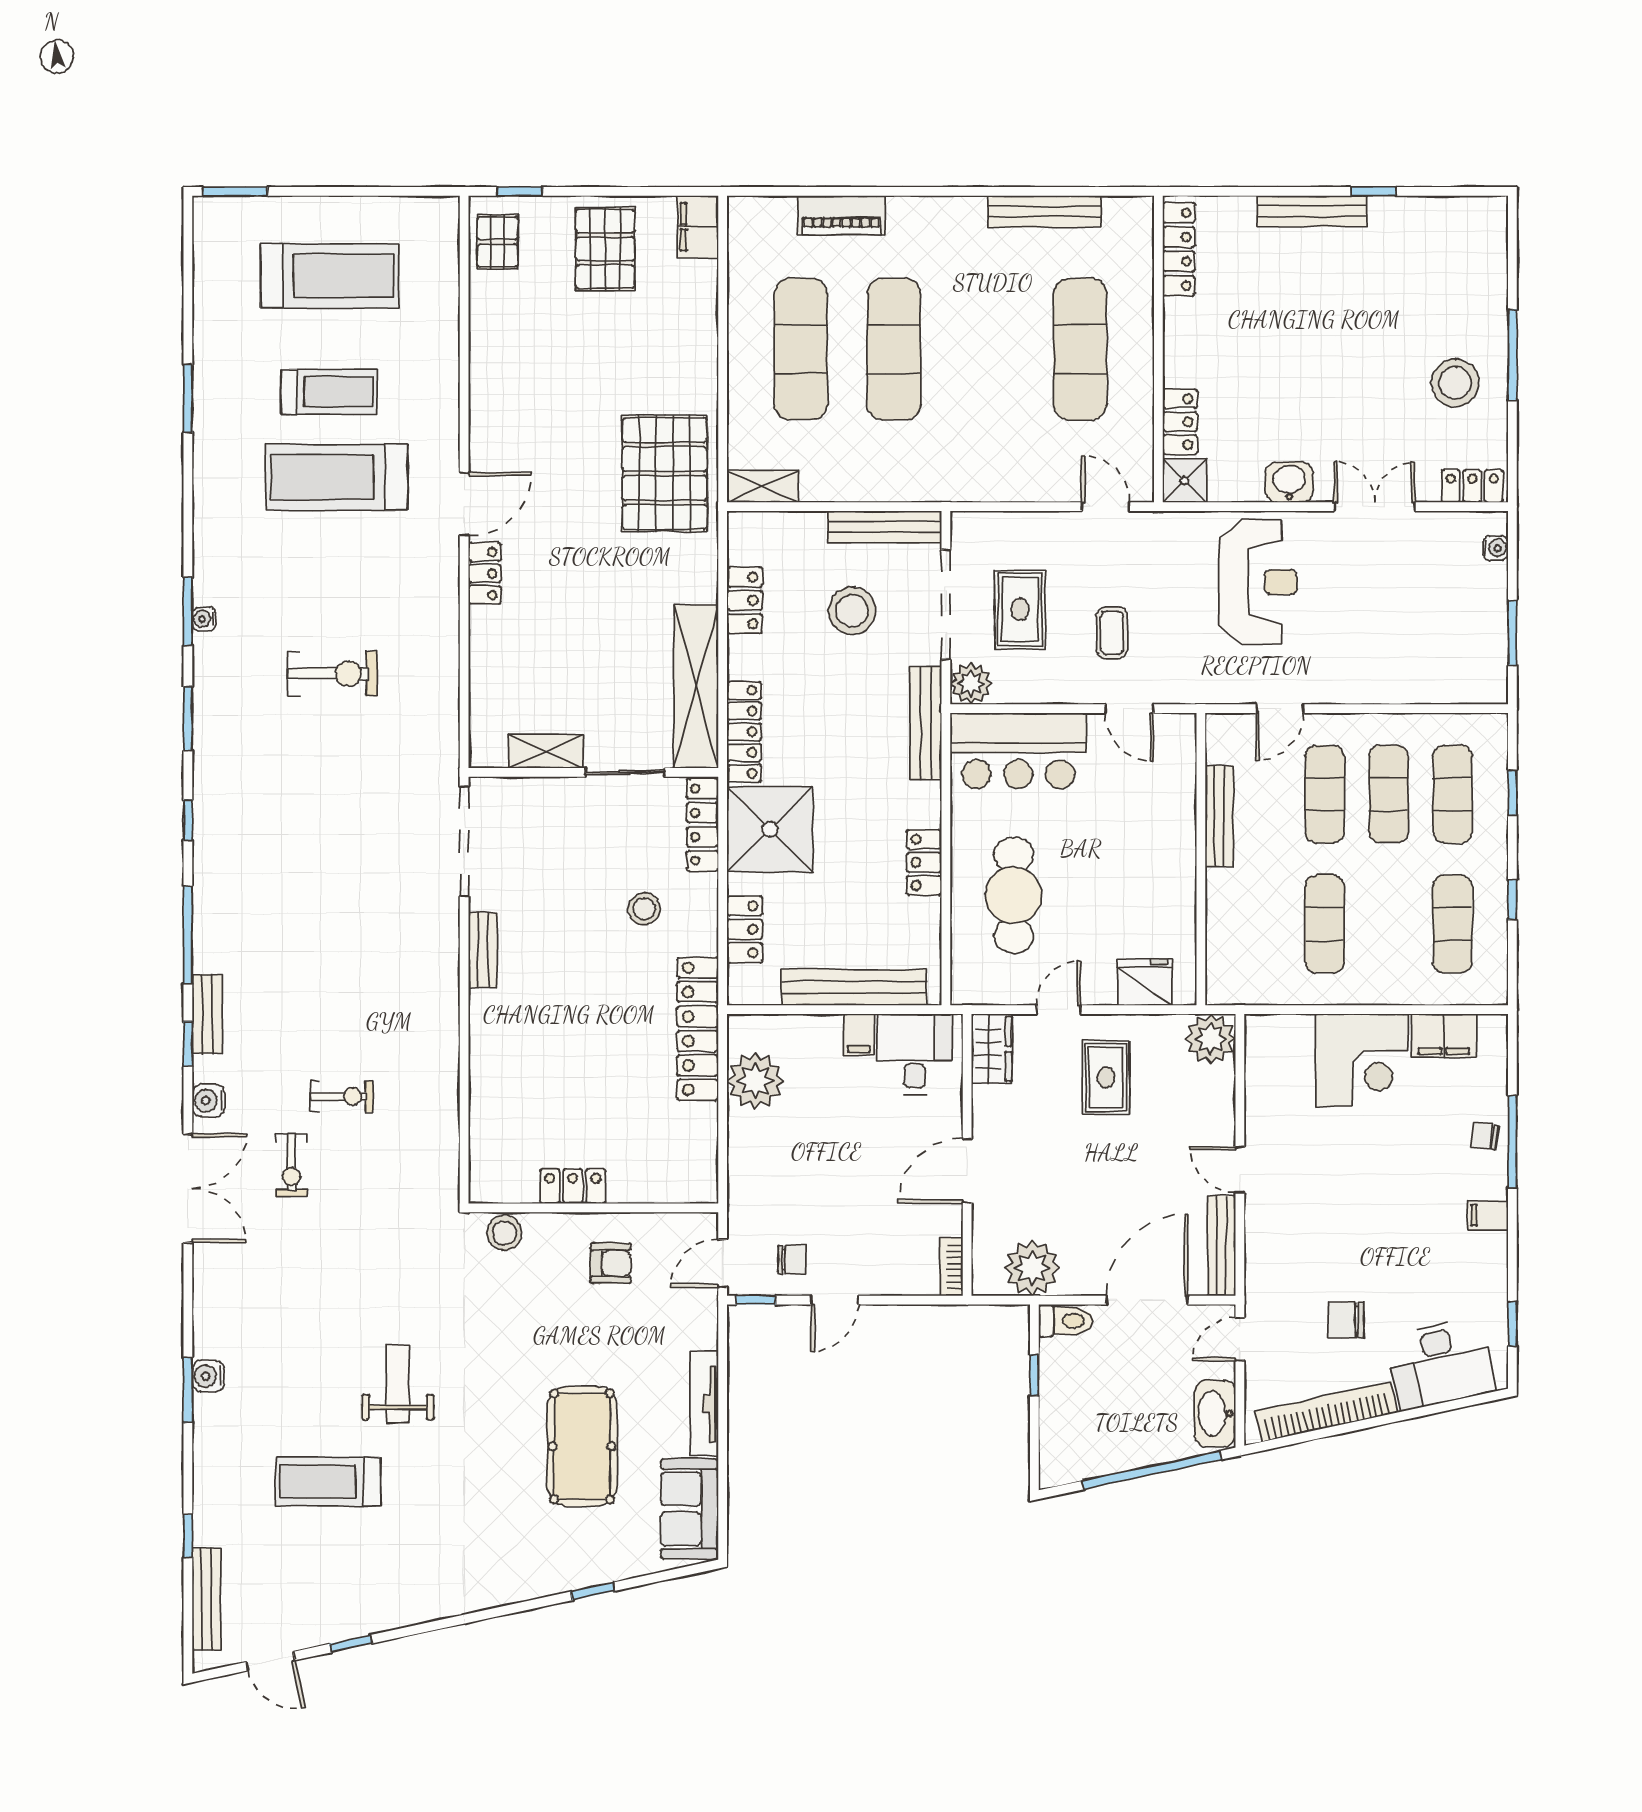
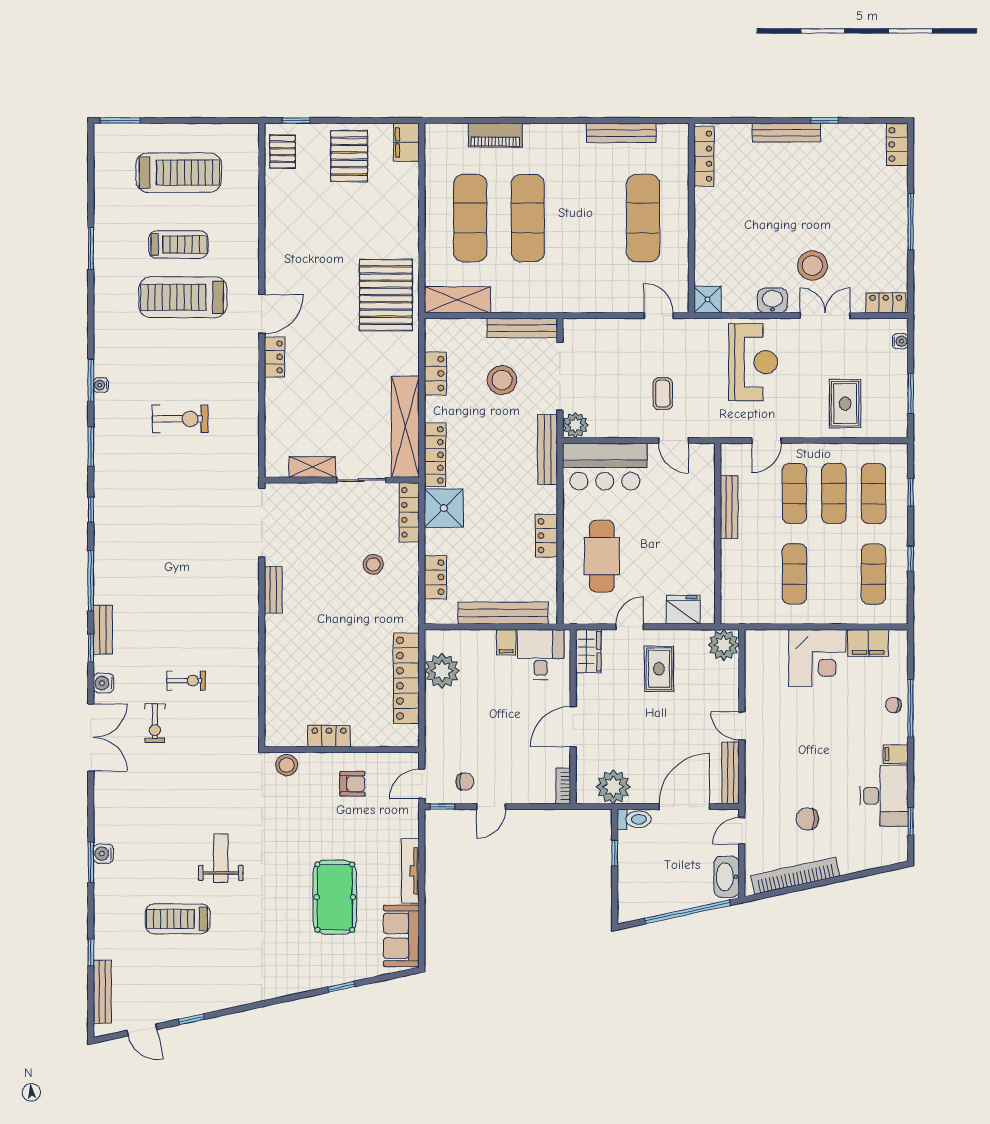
stool: (1455, 383) -> (812, 265), moved
locker: (1180, 422) -> (897, 144), moved, turned 180
shelving: (763, 486) -> (457, 300), width x1.50, depth x1.33
rug: (1020, 609) -> (845, 404), moved
shower: (770, 829) -> (444, 508), width x0.73, depth x0.73
locker: (698, 1029) -> (406, 678), moved
desk: (1441, 1364) -> (884, 796), moved, turned -78

